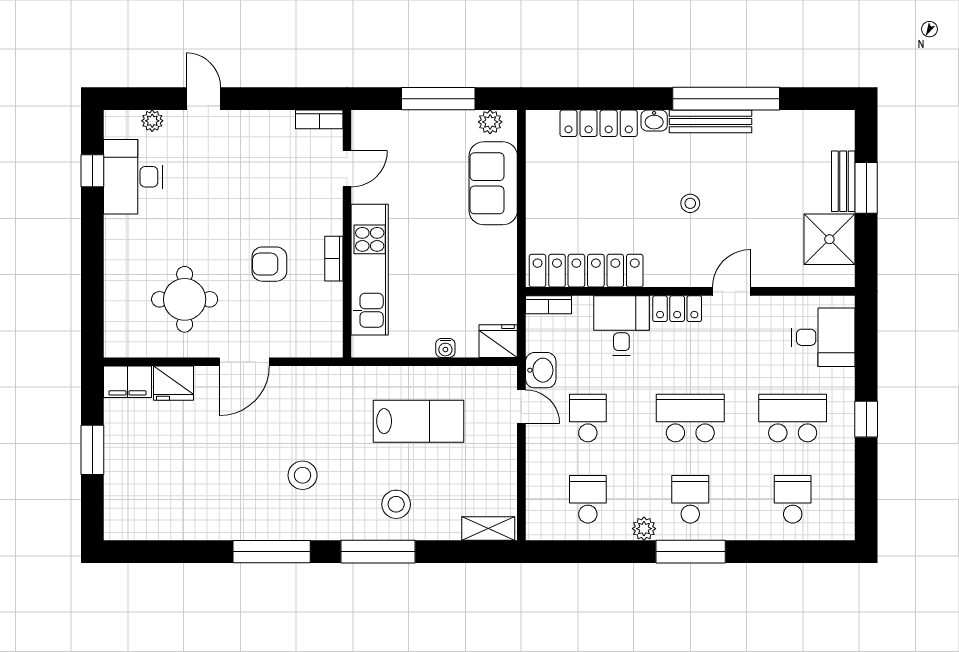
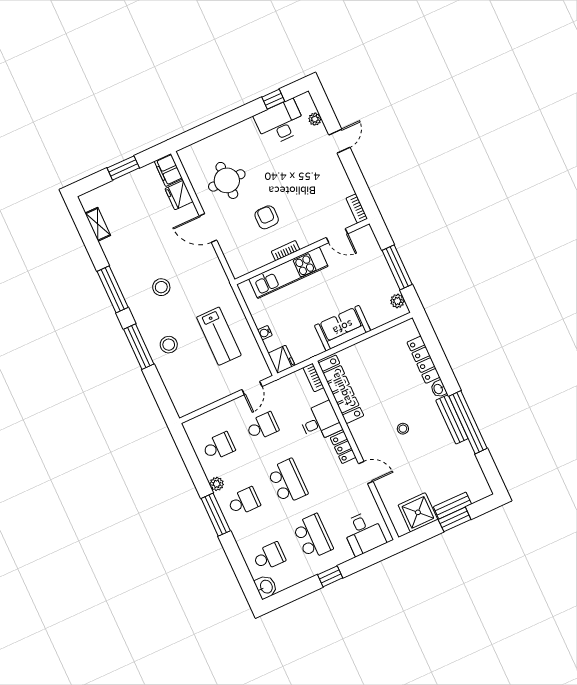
sofa: (493, 183) -> (343, 328), moved
washbasin: (541, 370) -> (266, 587), moved, turned -90
shelving: (488, 529) -> (98, 224), moved

